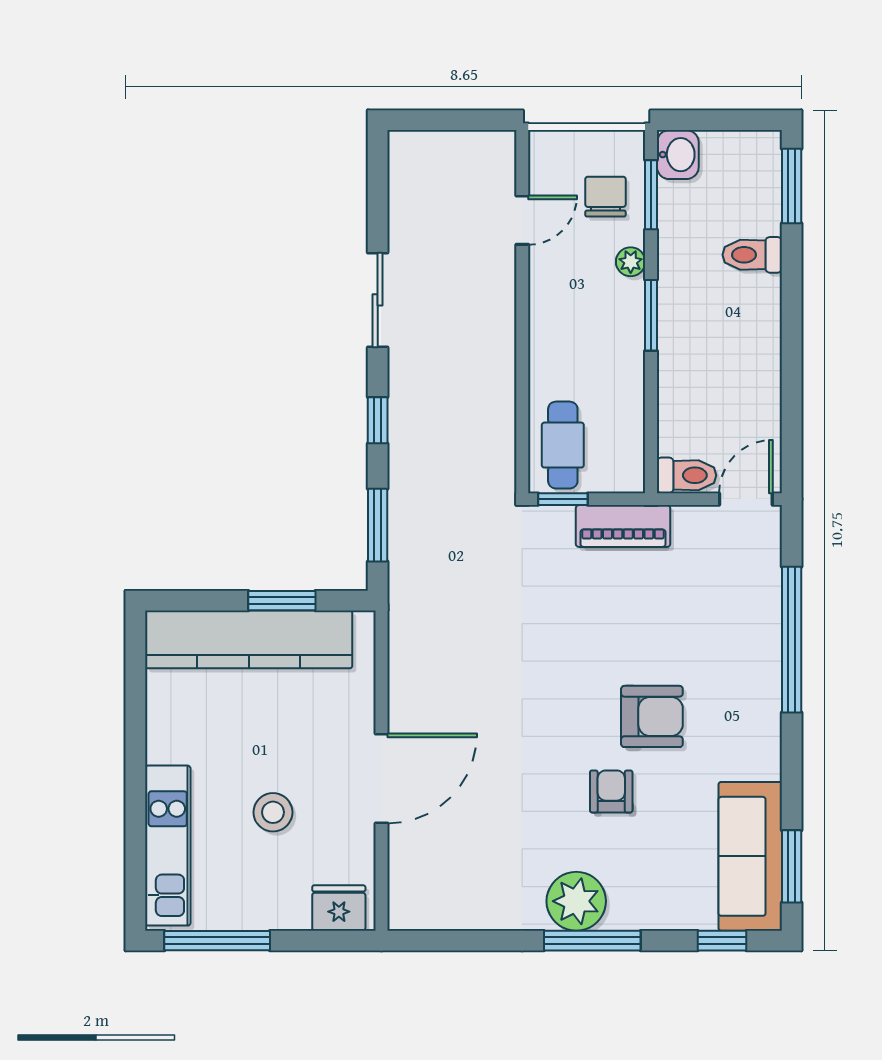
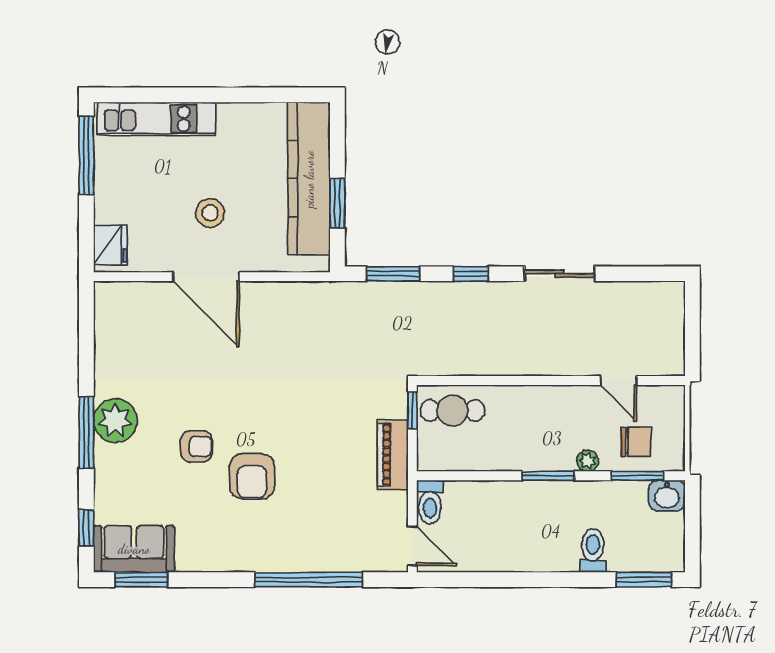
stool: (273, 812) -> (210, 213), moved
sofa: (750, 856) -> (134, 549), width x0.73

